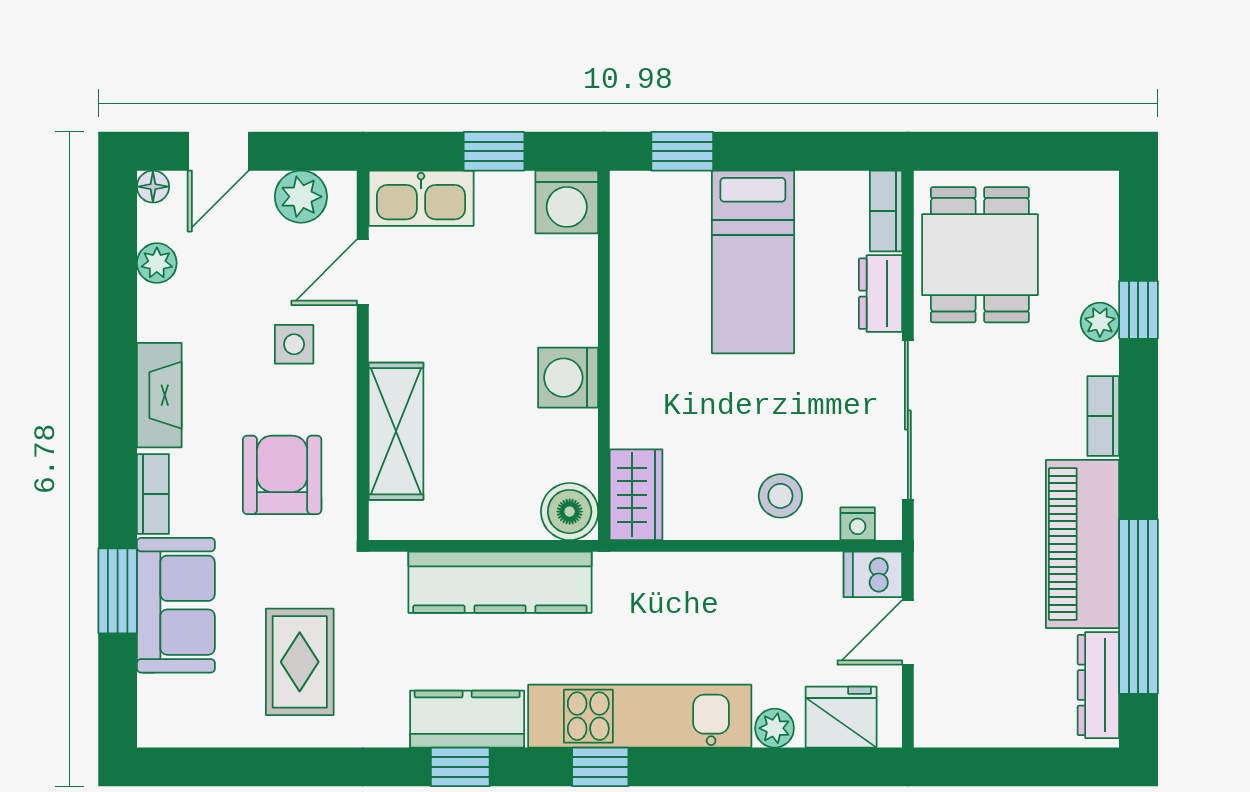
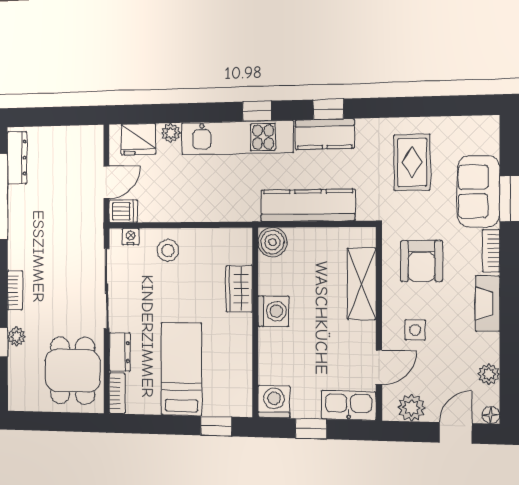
wardrobe: (636, 495) -> (239, 289), moved
piano: (1083, 544) -> (24, 227), removed

